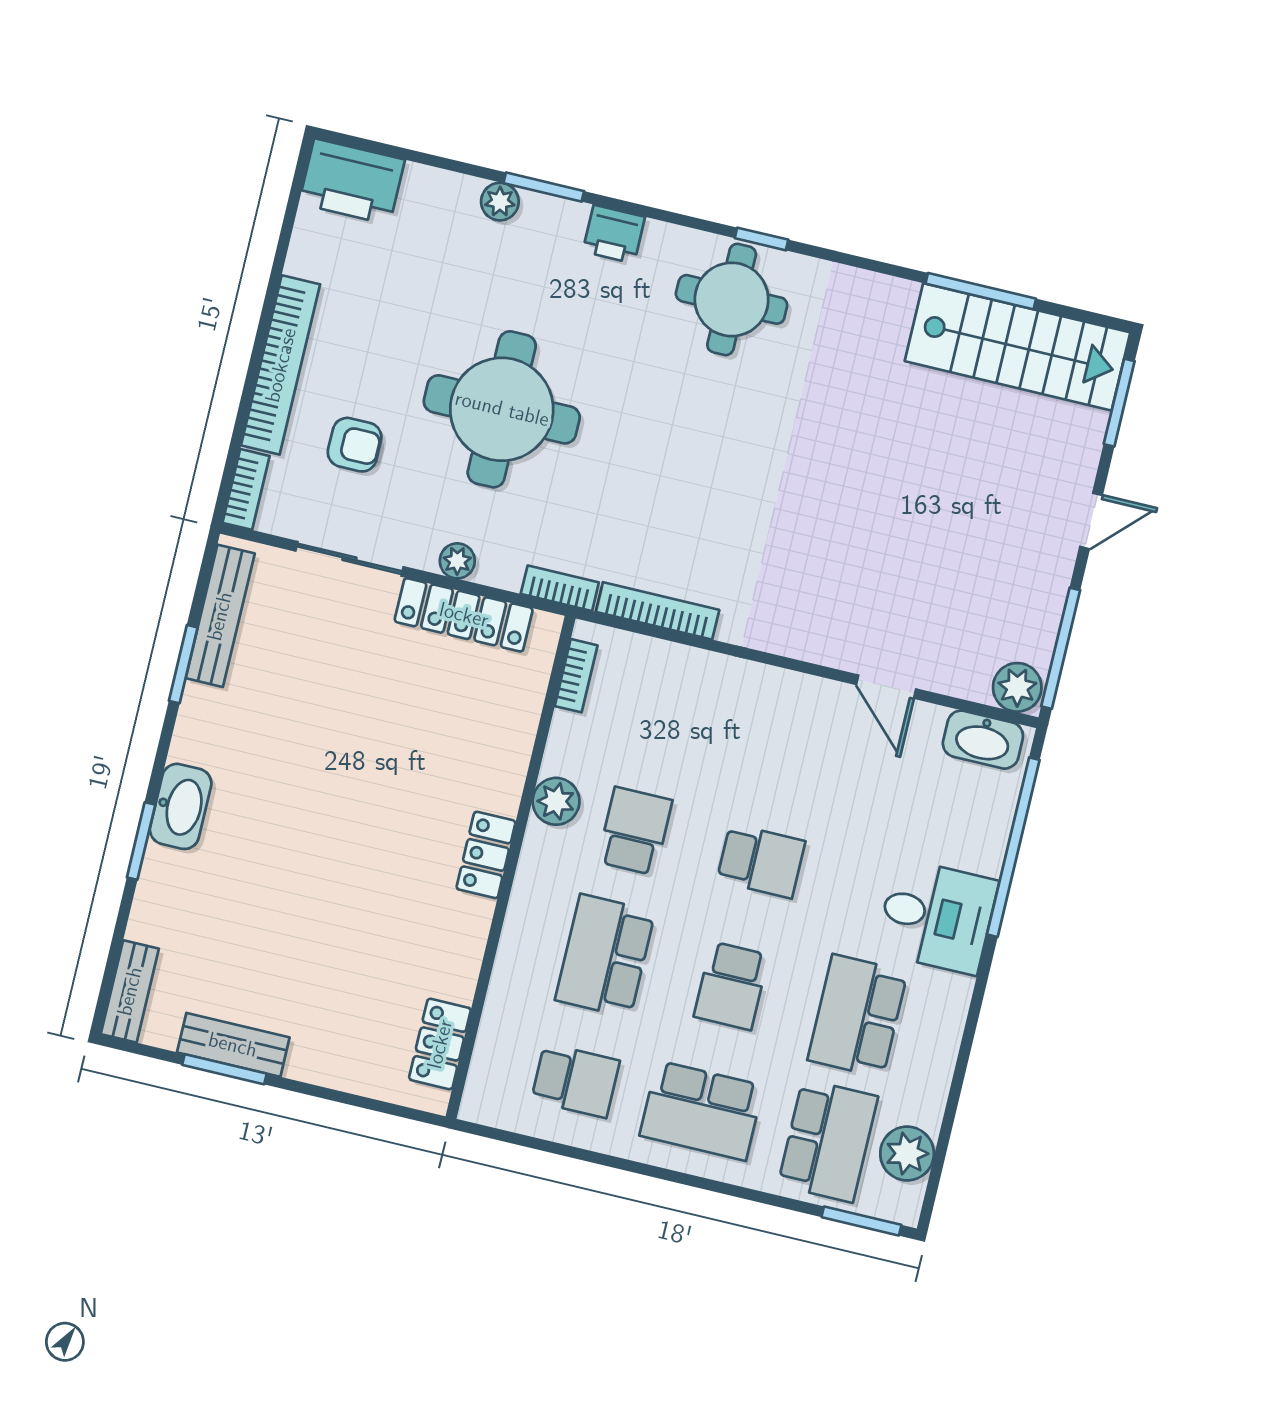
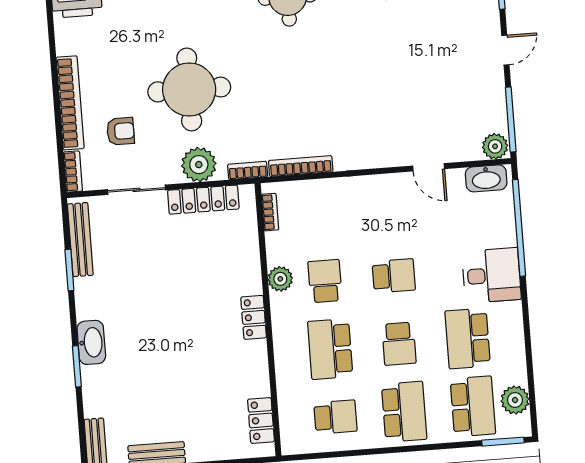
plant: (457, 561) -> (199, 165), width x1.88, depth x1.88
school desk: (702, 1111) -> (404, 412), turned -90

